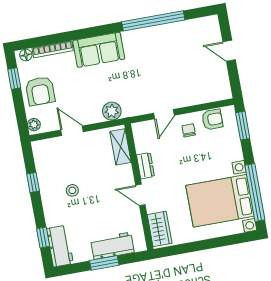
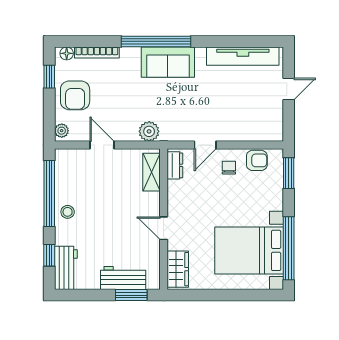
window: (153, 21) -> (156, 41), moved
tv unit: (183, 29) -> (243, 56), added
sofa: (99, 50) -> (168, 62), moved
door: (229, 51) -> (289, 89), swing flipped
dresser: (145, 166) -> (175, 165), moved
window: (33, 183) -> (49, 194), width x3.17
stool: (72, 190) -> (68, 212), moved
window: (104, 263) -> (131, 295), moved

